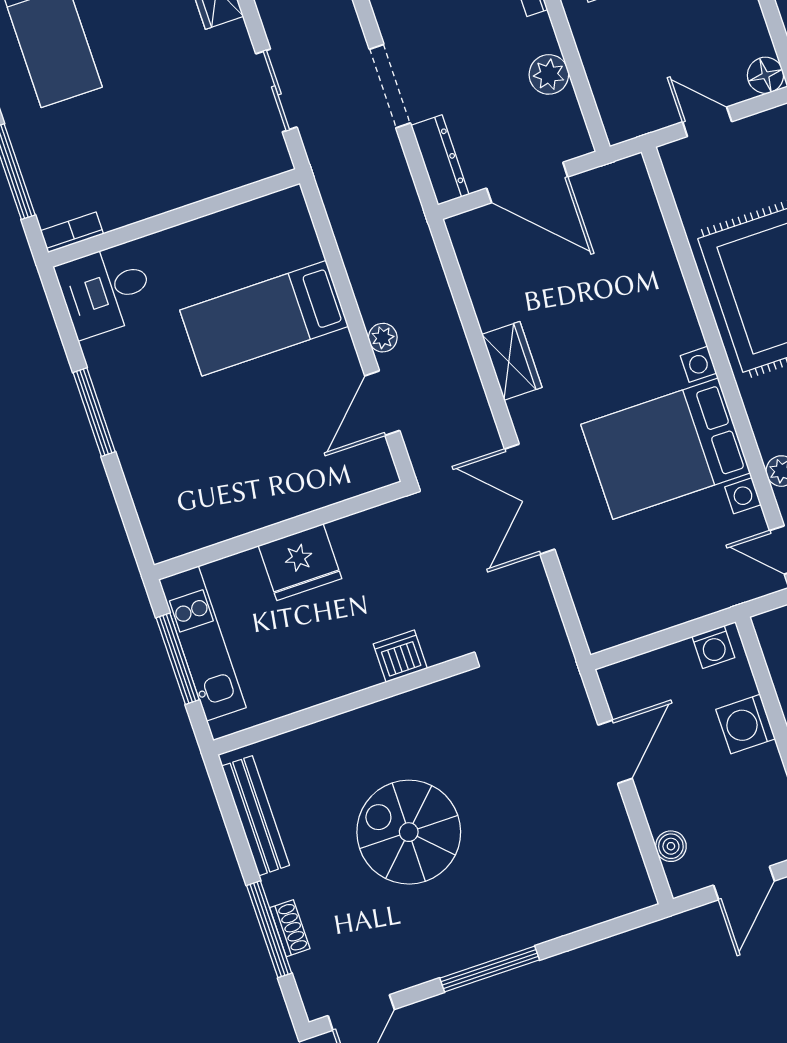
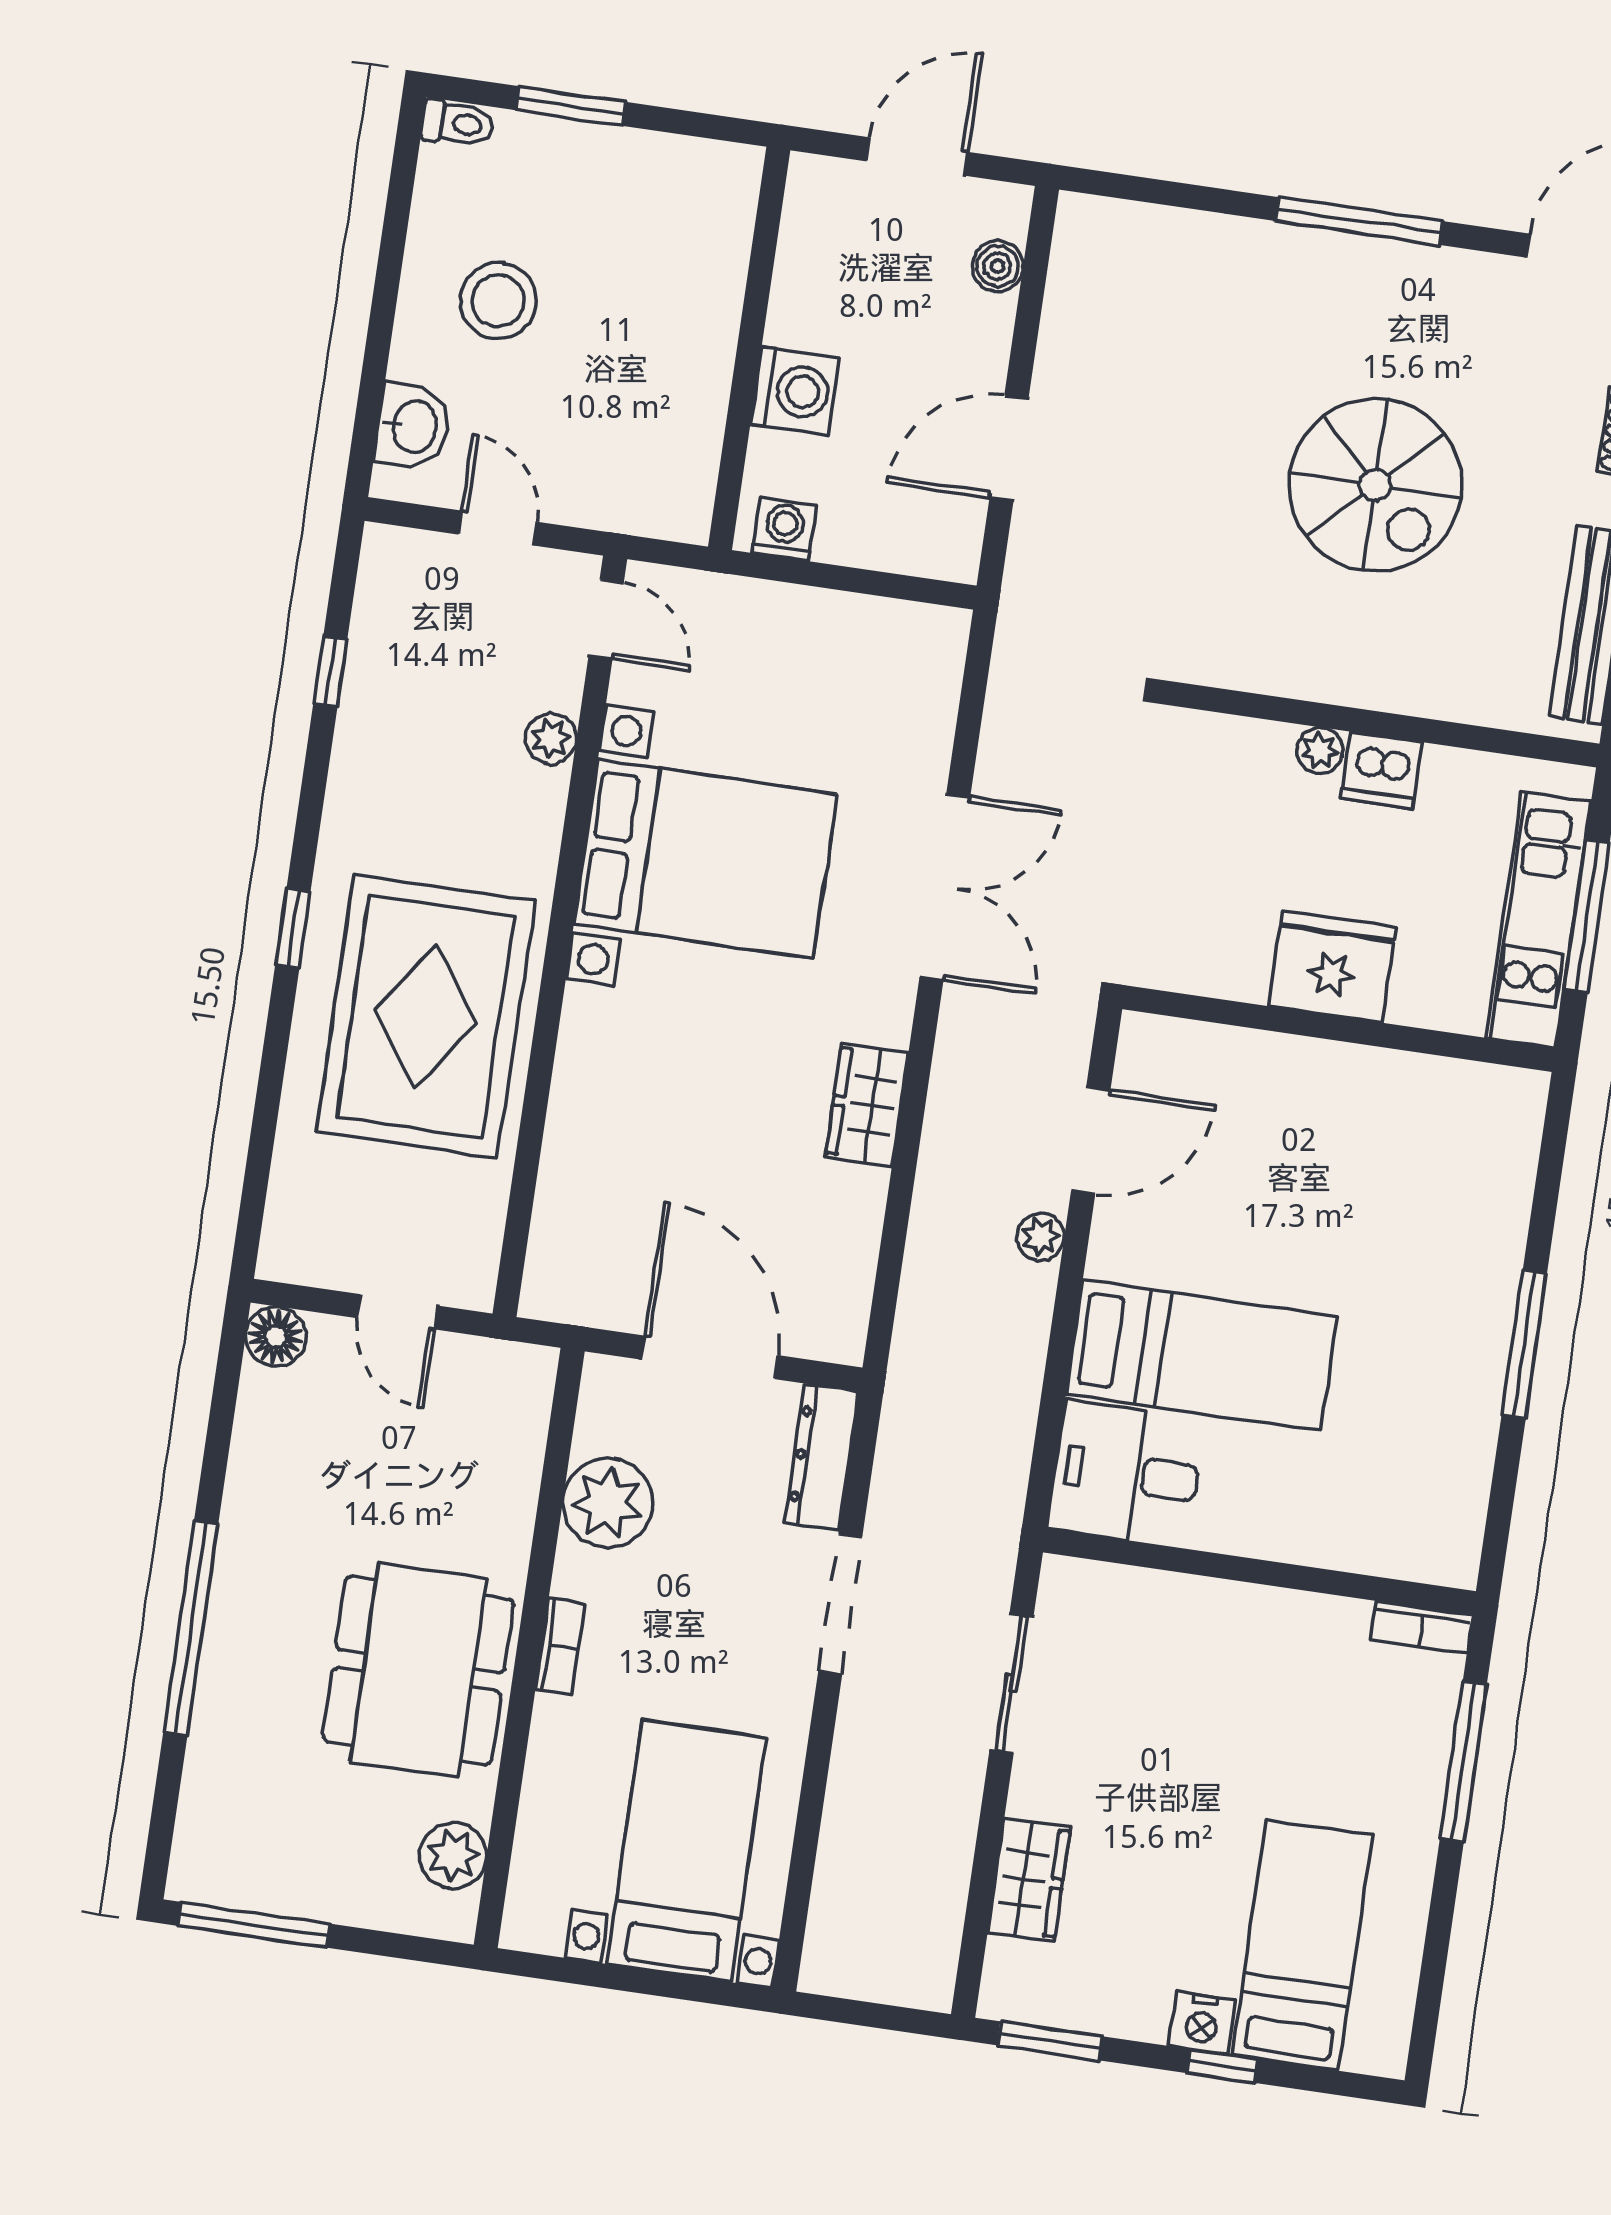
plant: (549, 74) -> (608, 1503), width x1.36, depth x1.36
desk: (106, 290) -> (1126, 1474), moved, turned 180
dishwasher: (400, 656) -> (1381, 770), moved
plant: (366, 675) -> (1320, 750), added

